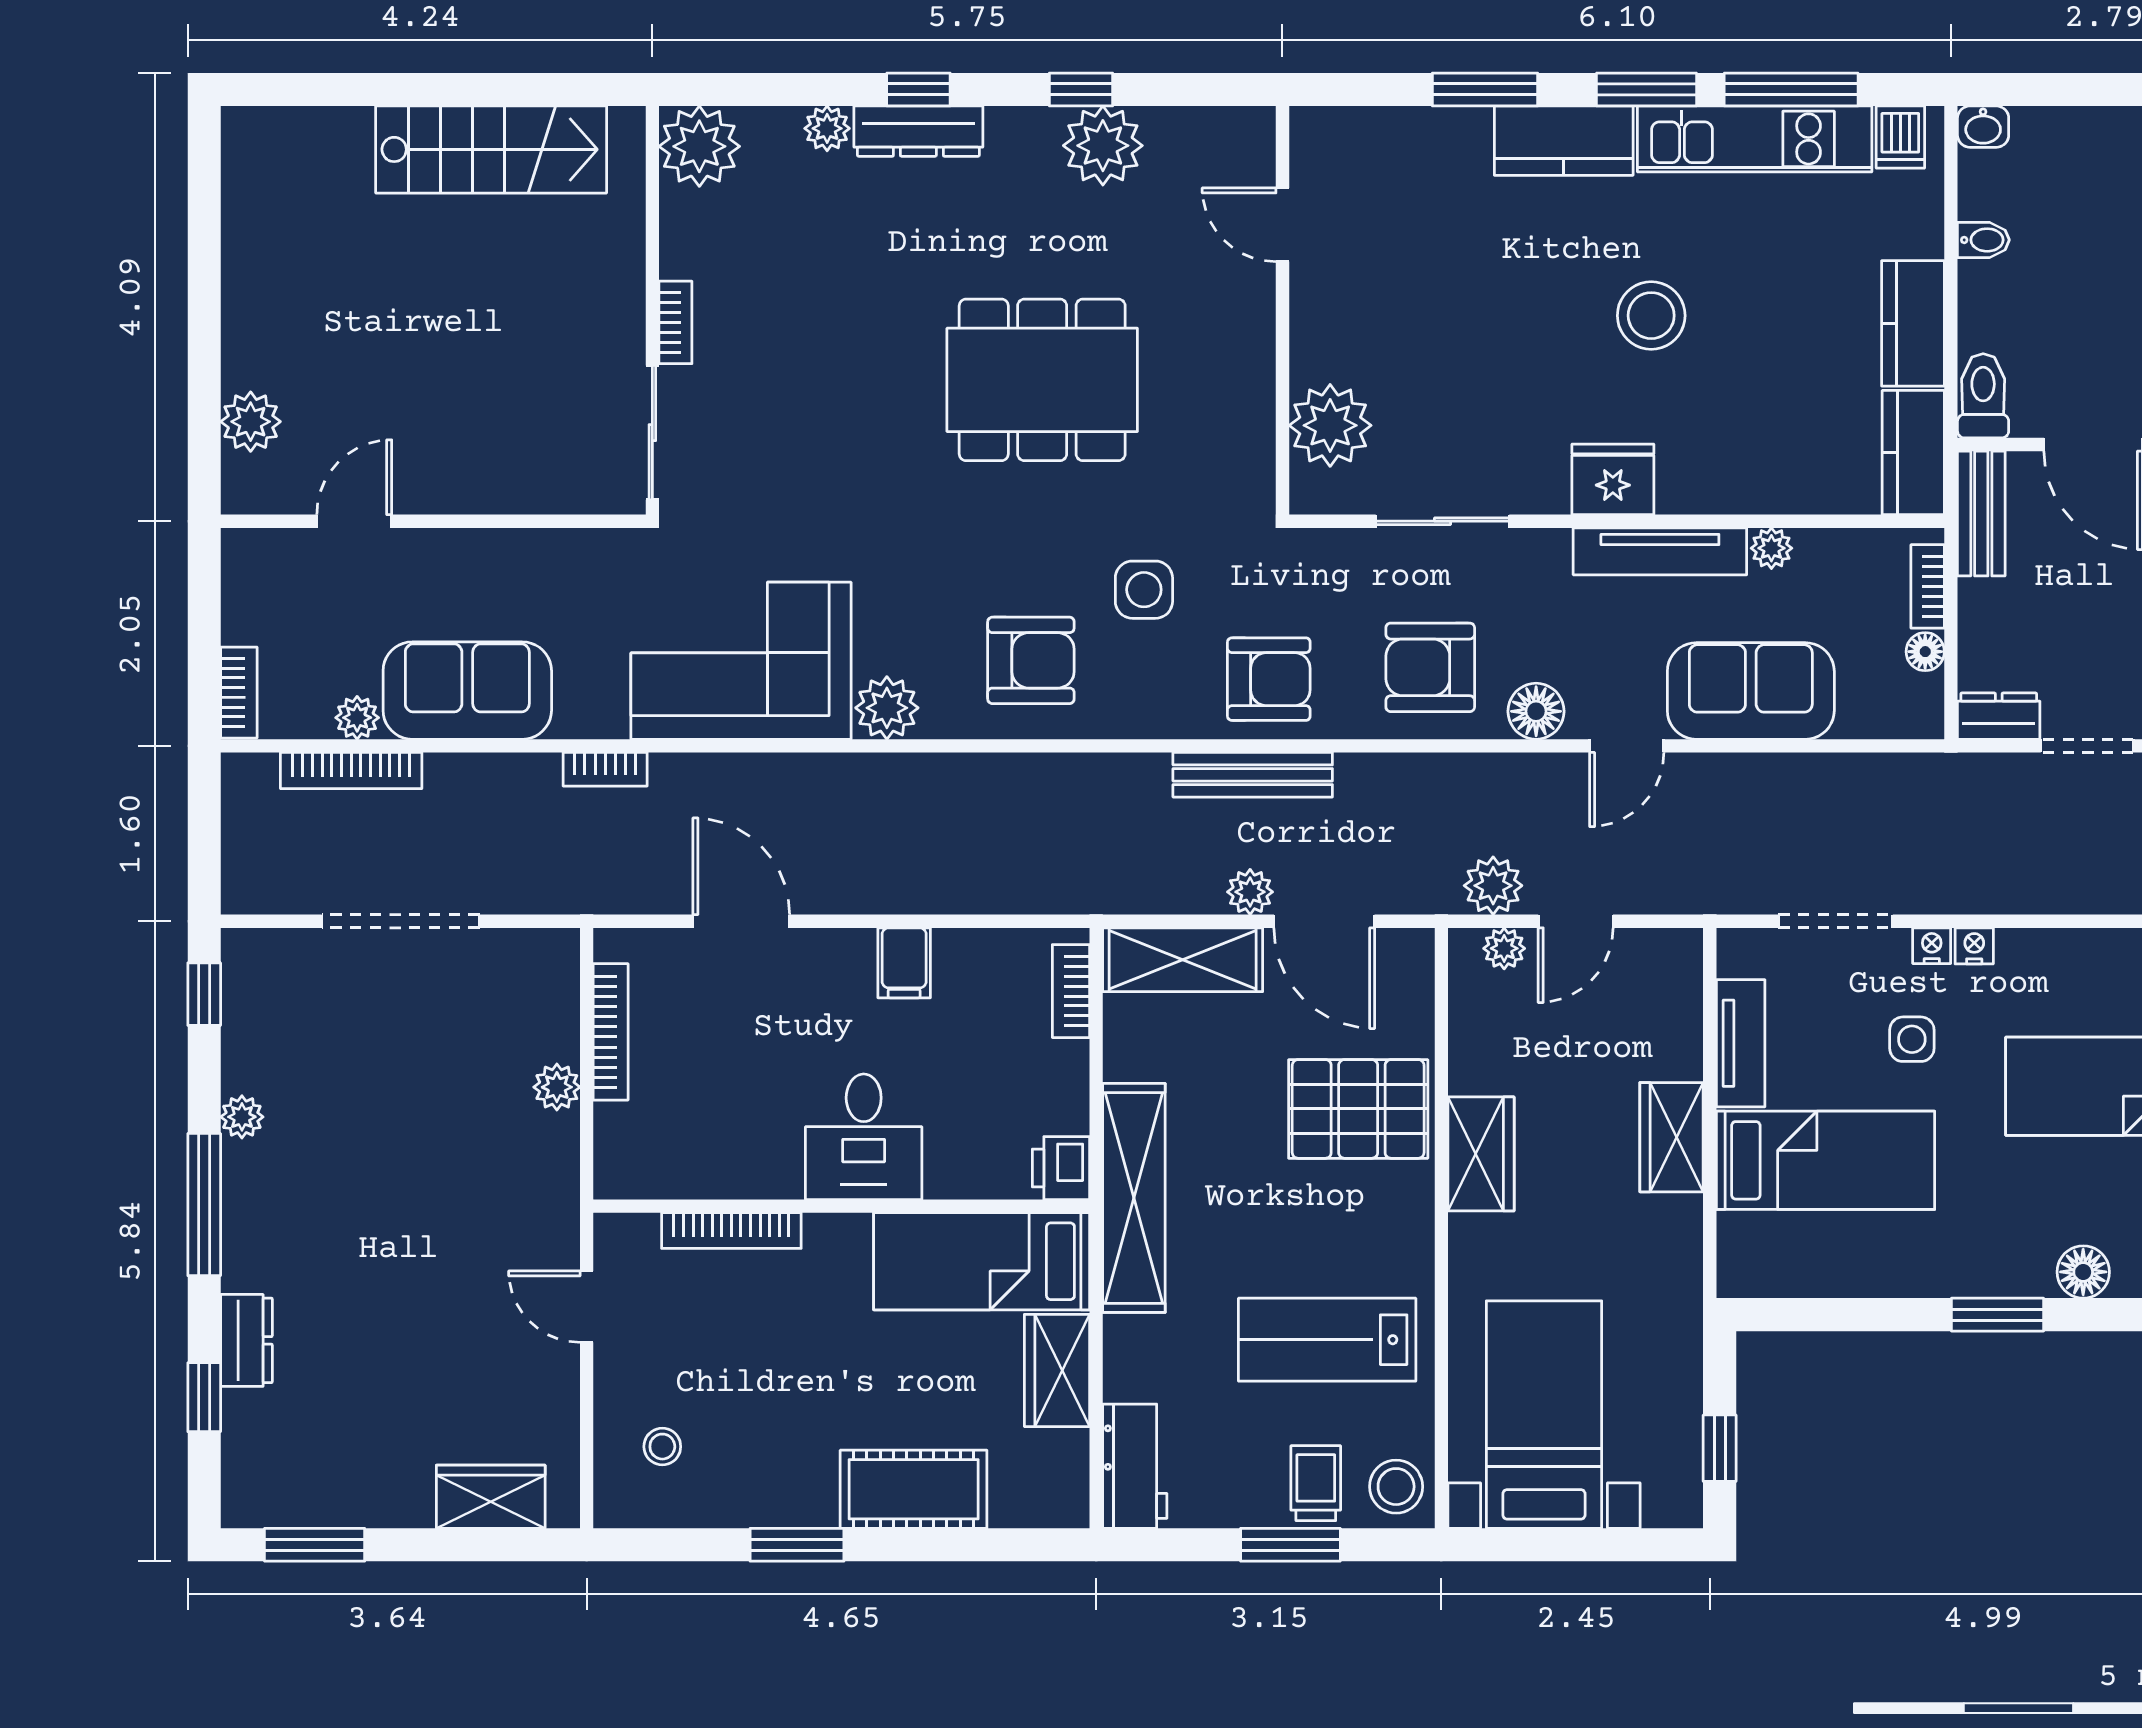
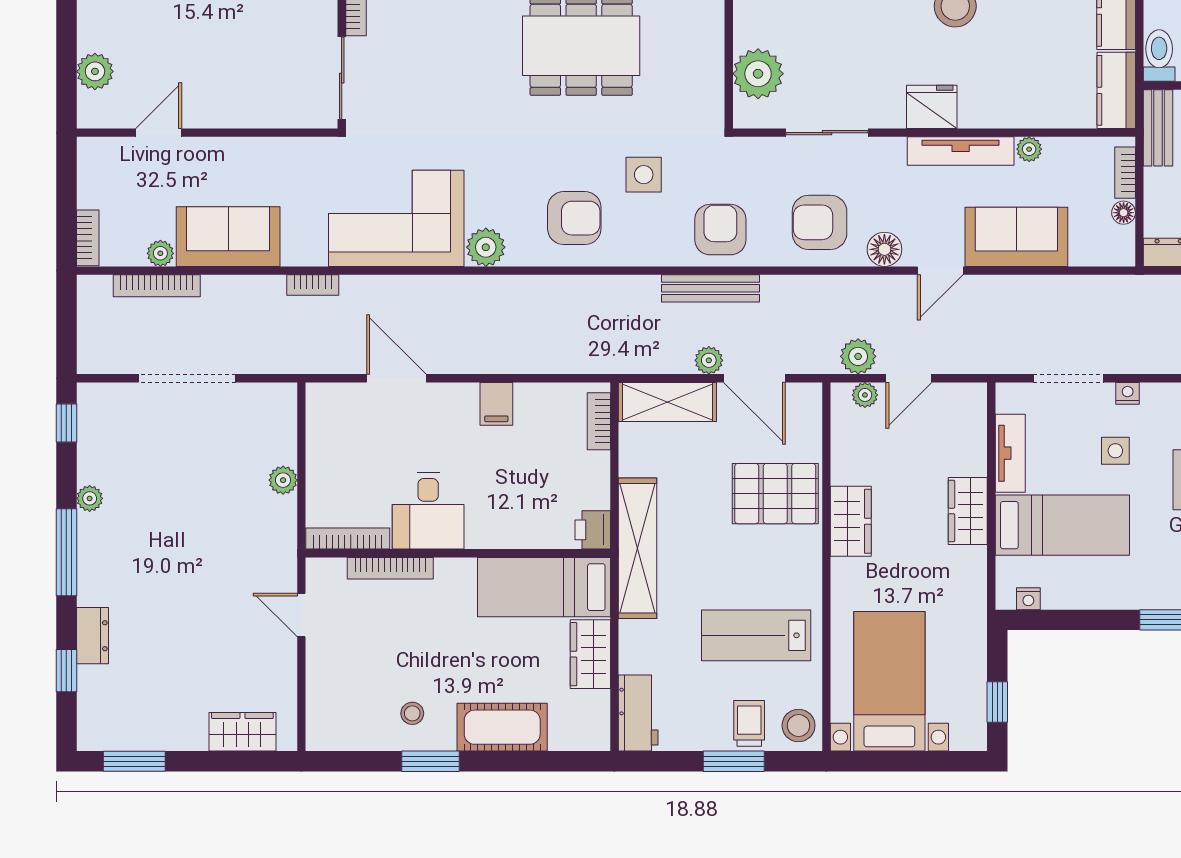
armchair: (1269, 679) -> (720, 230), turned -90
nightstand: (1974, 946) -> (1028, 599), moved, turned 180
bookcase: (611, 1032) -> (348, 538), moved, turned -90
desk: (864, 1137) -> (428, 511), moved
stool: (662, 1447) -> (412, 713), moved

